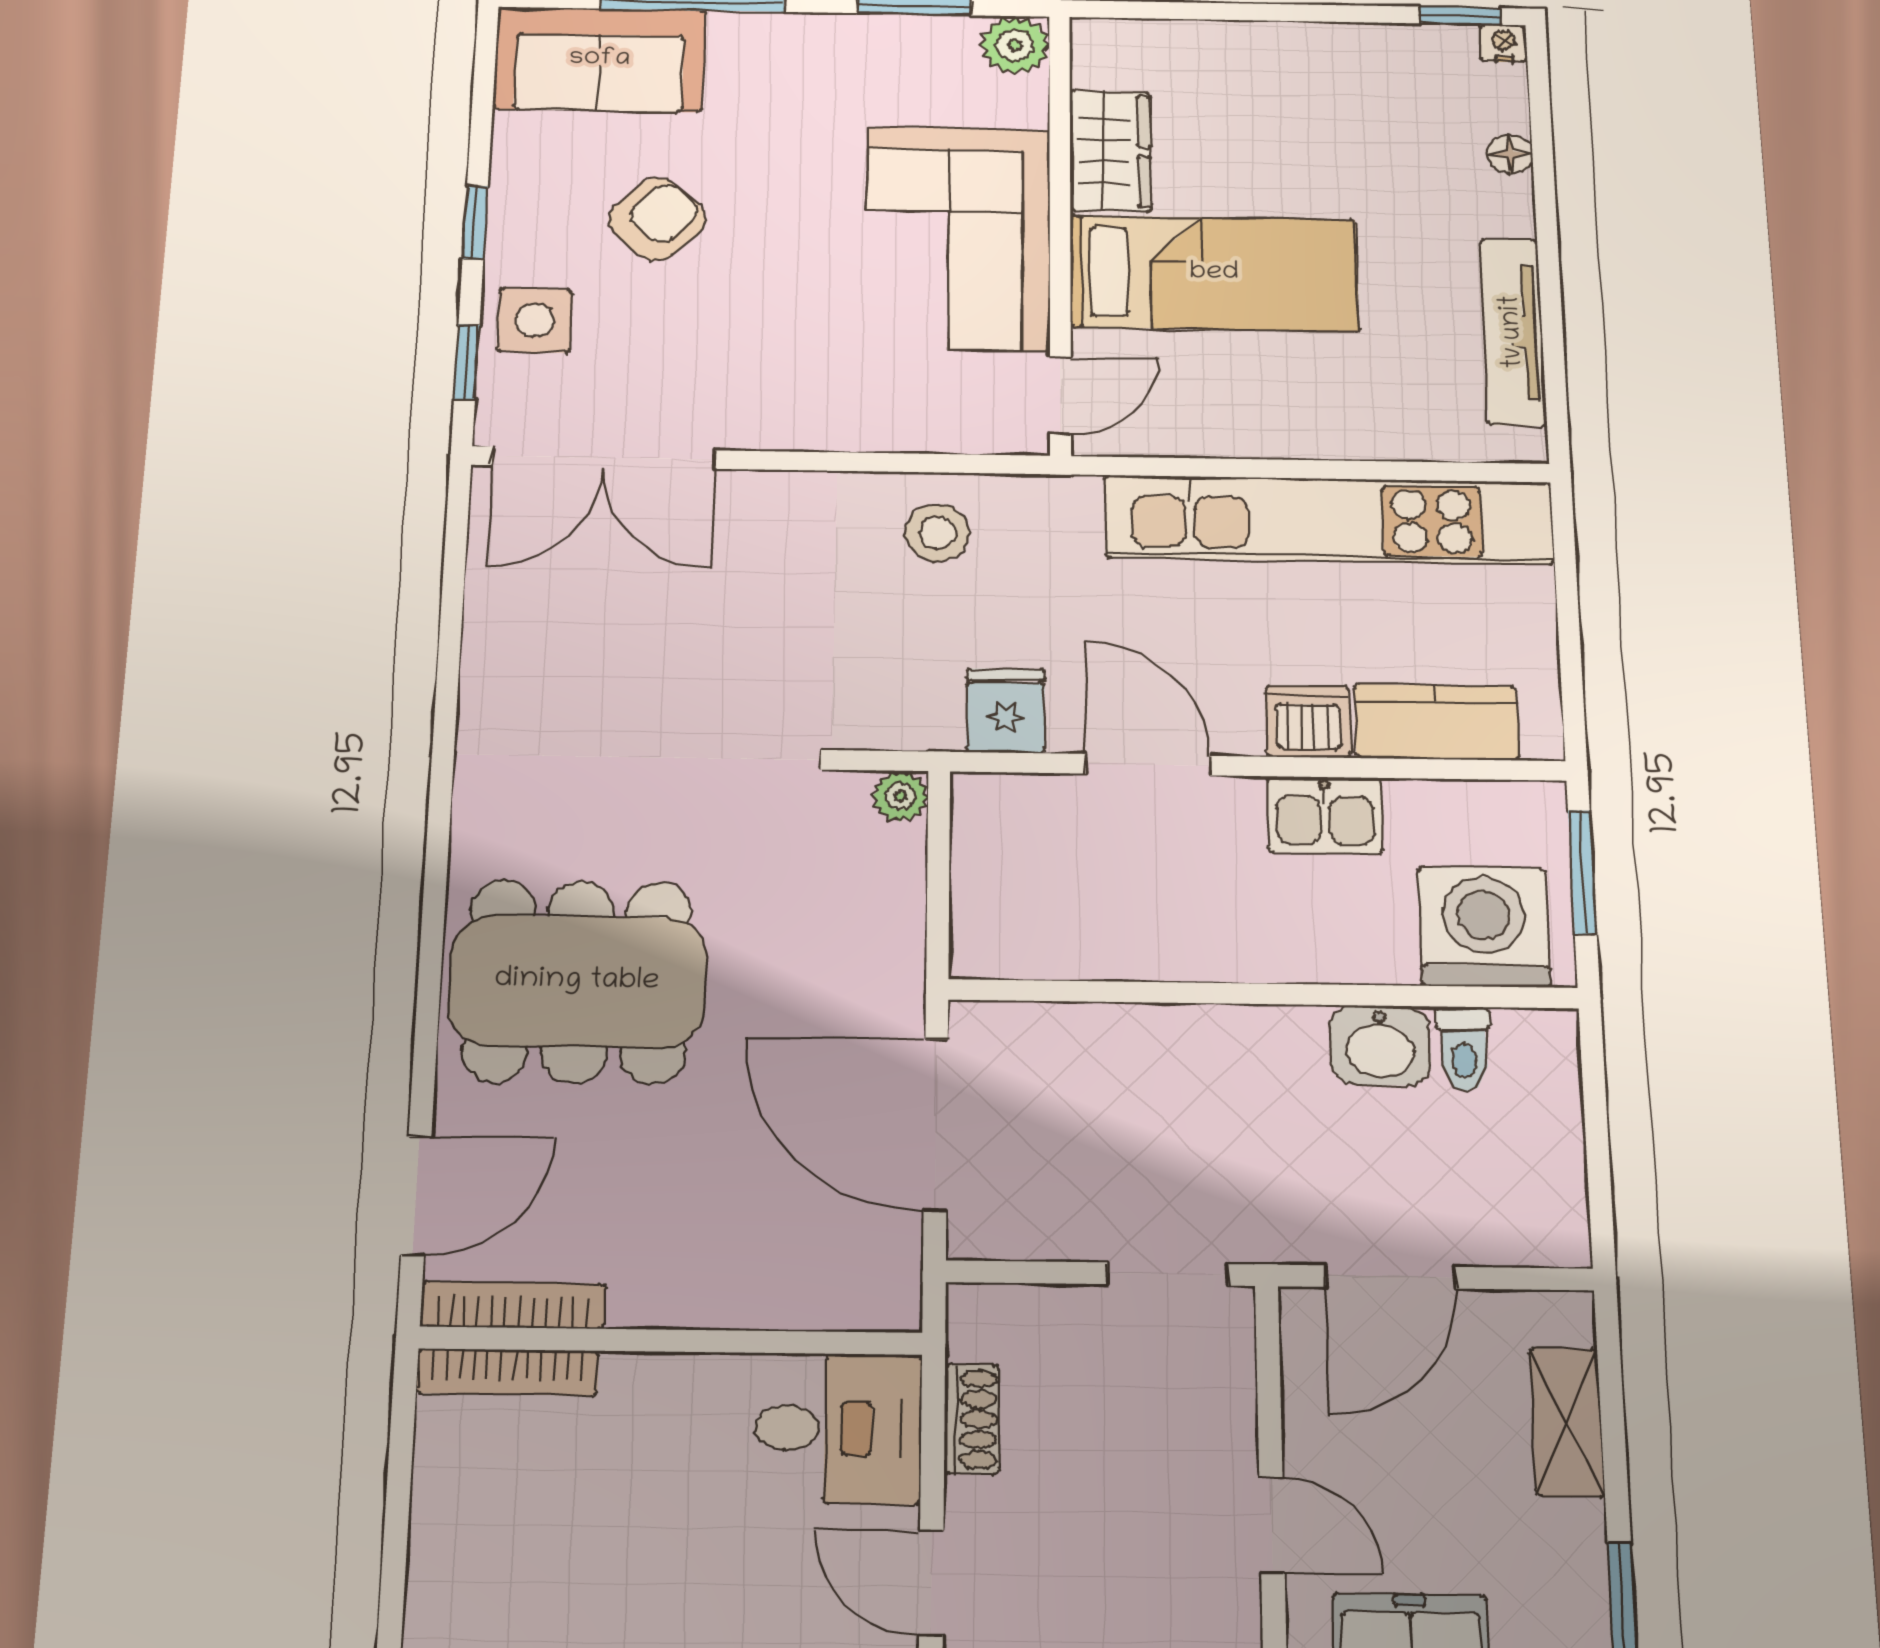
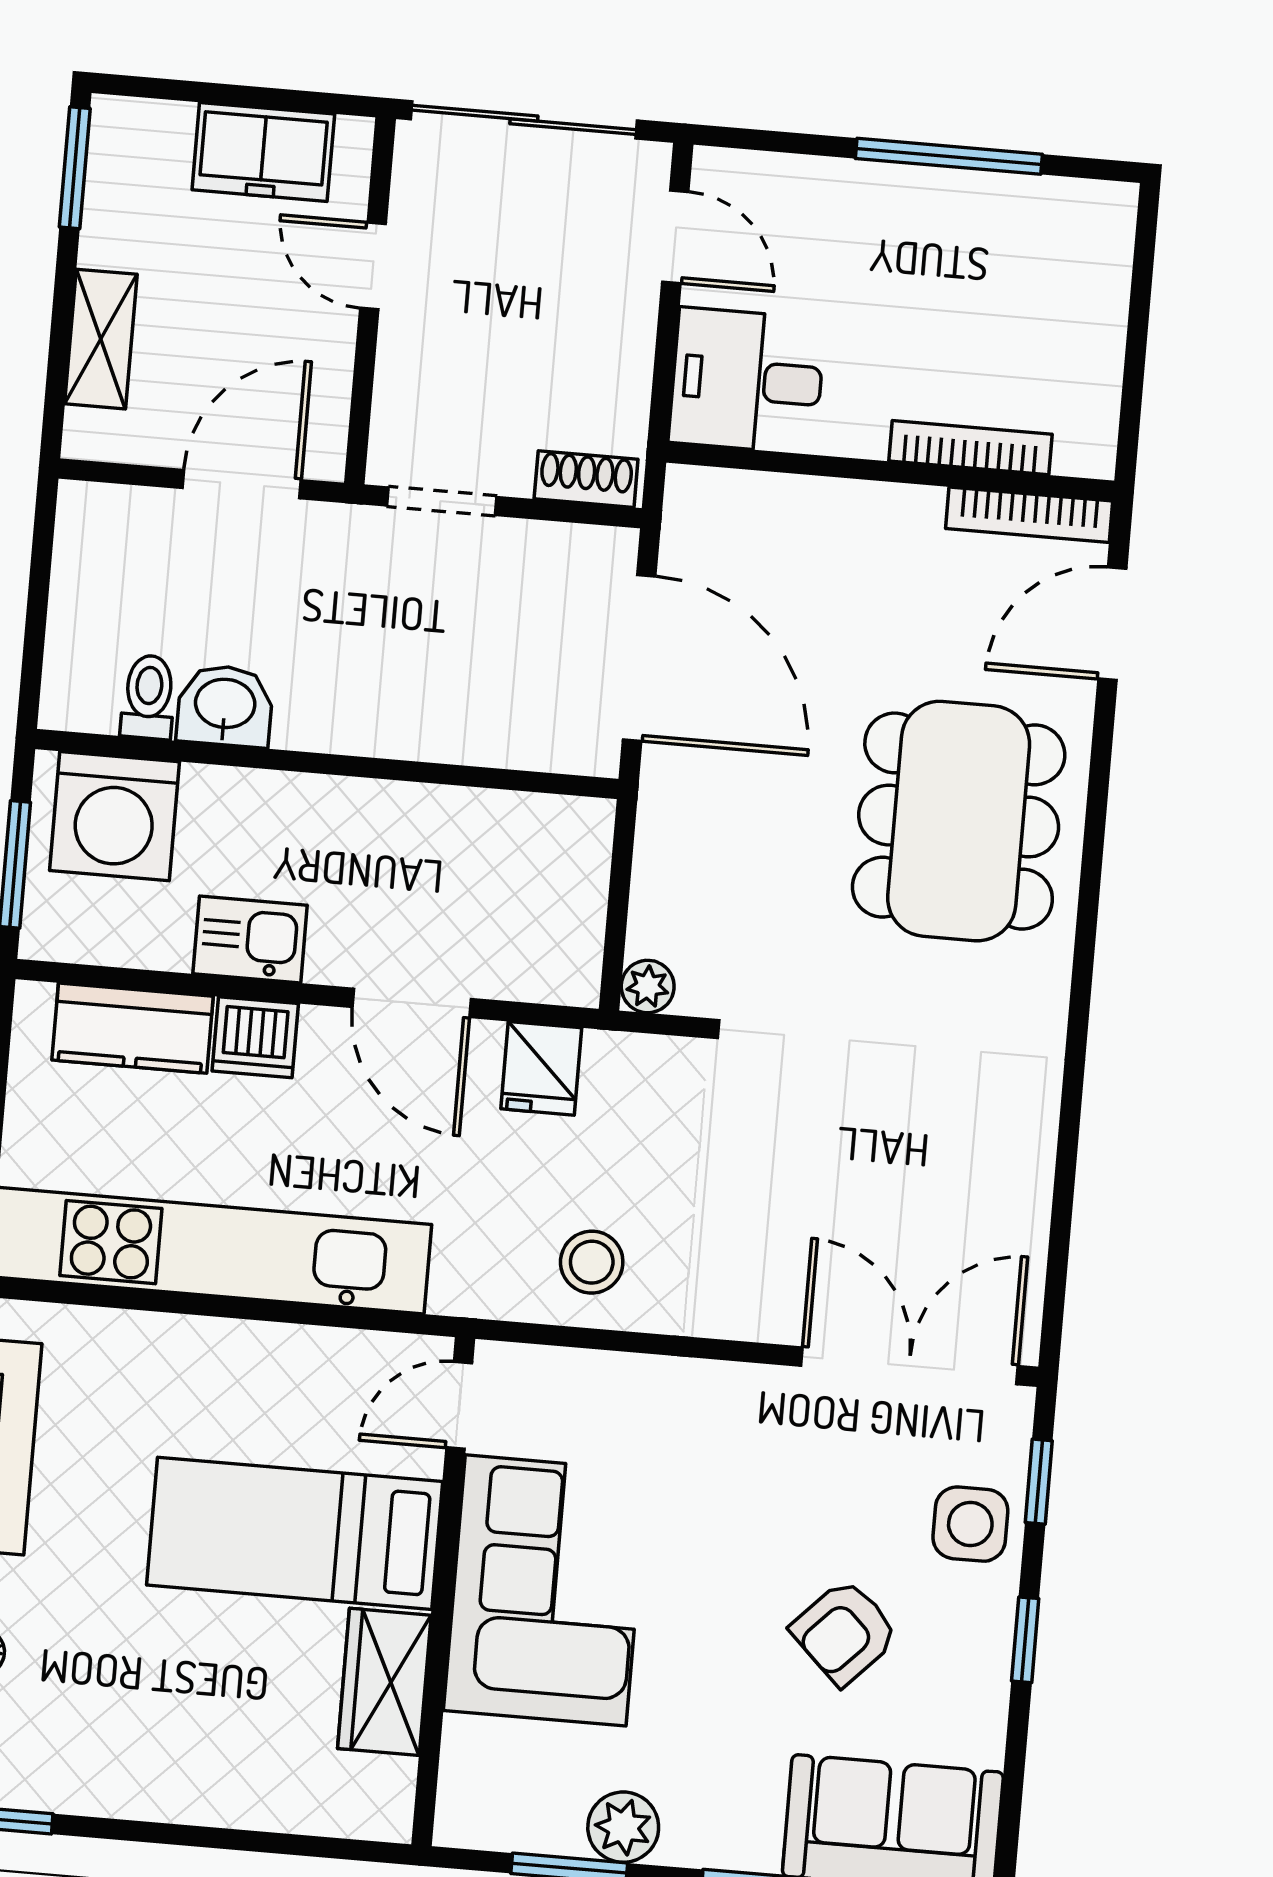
plant: (1015, 45) -> (623, 1827), moved
dining table: (577, 981) -> (959, 821), turned 90
bookcase: (508, 1372) -> (970, 448), moved
shoe rack: (972, 1419) -> (586, 479), moved, turned 90

